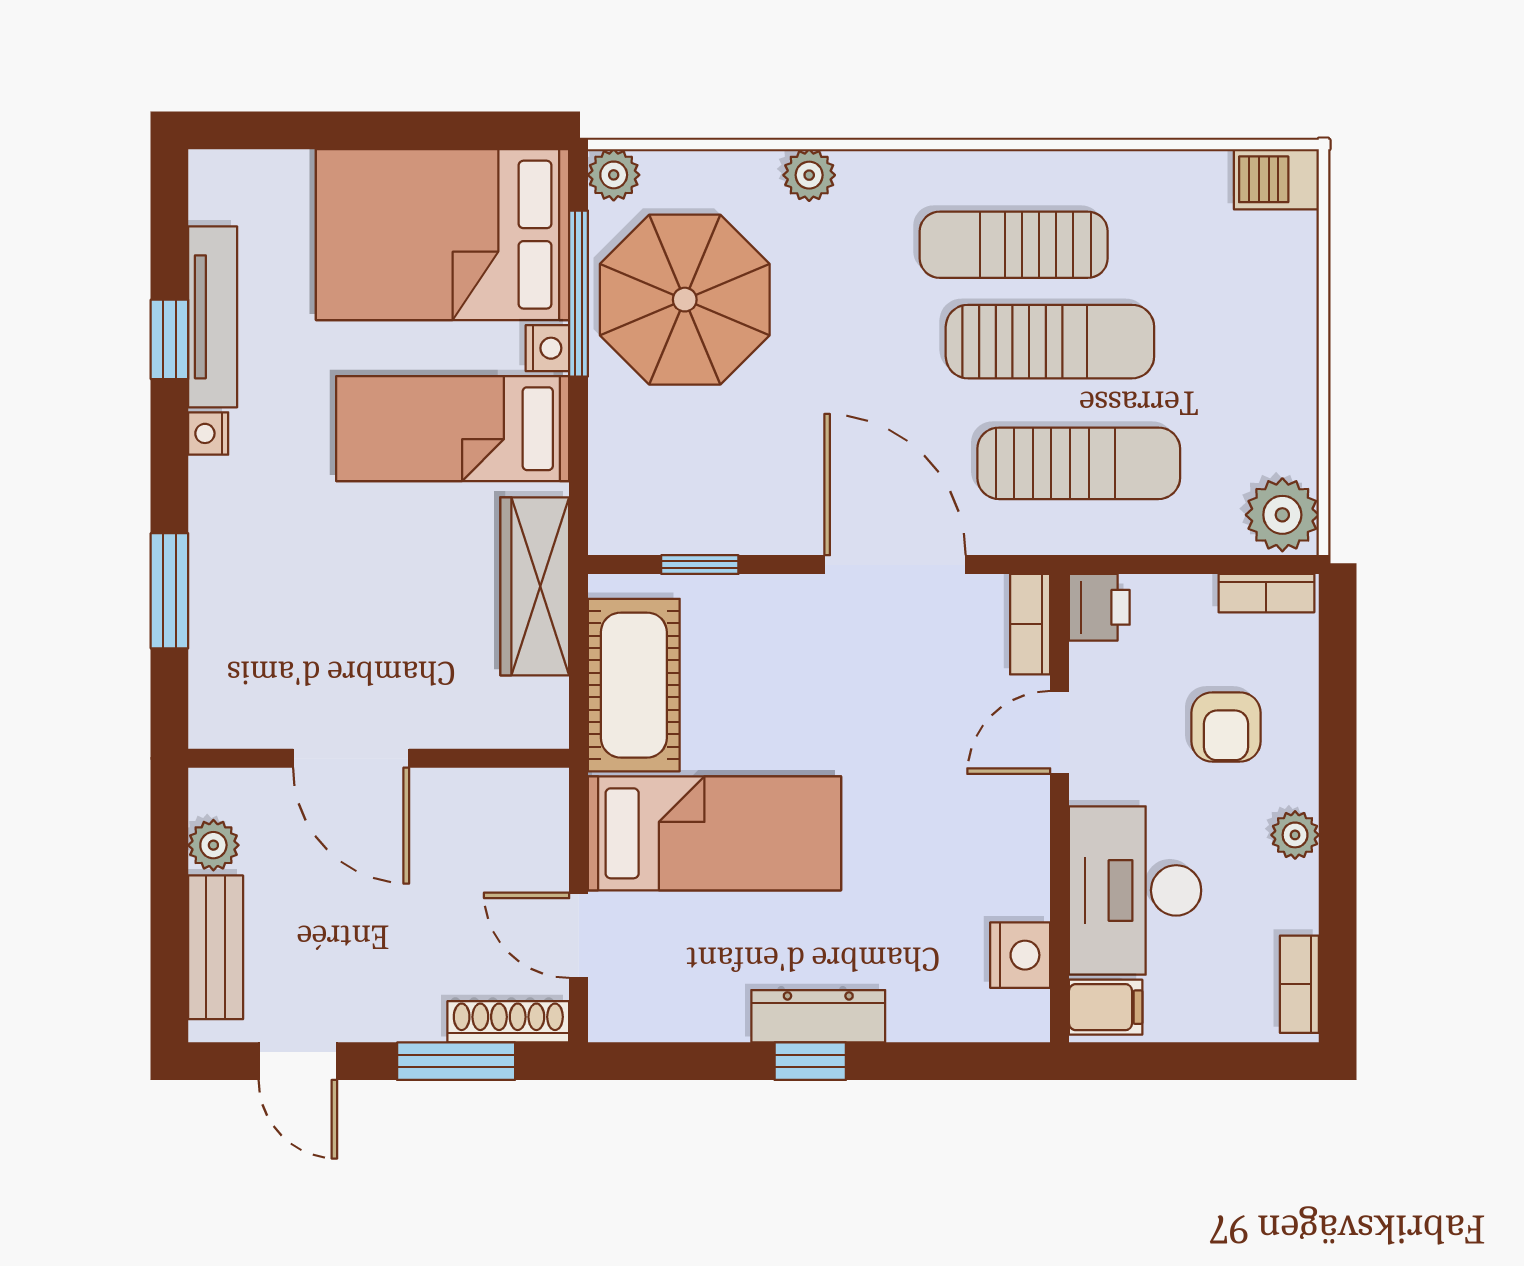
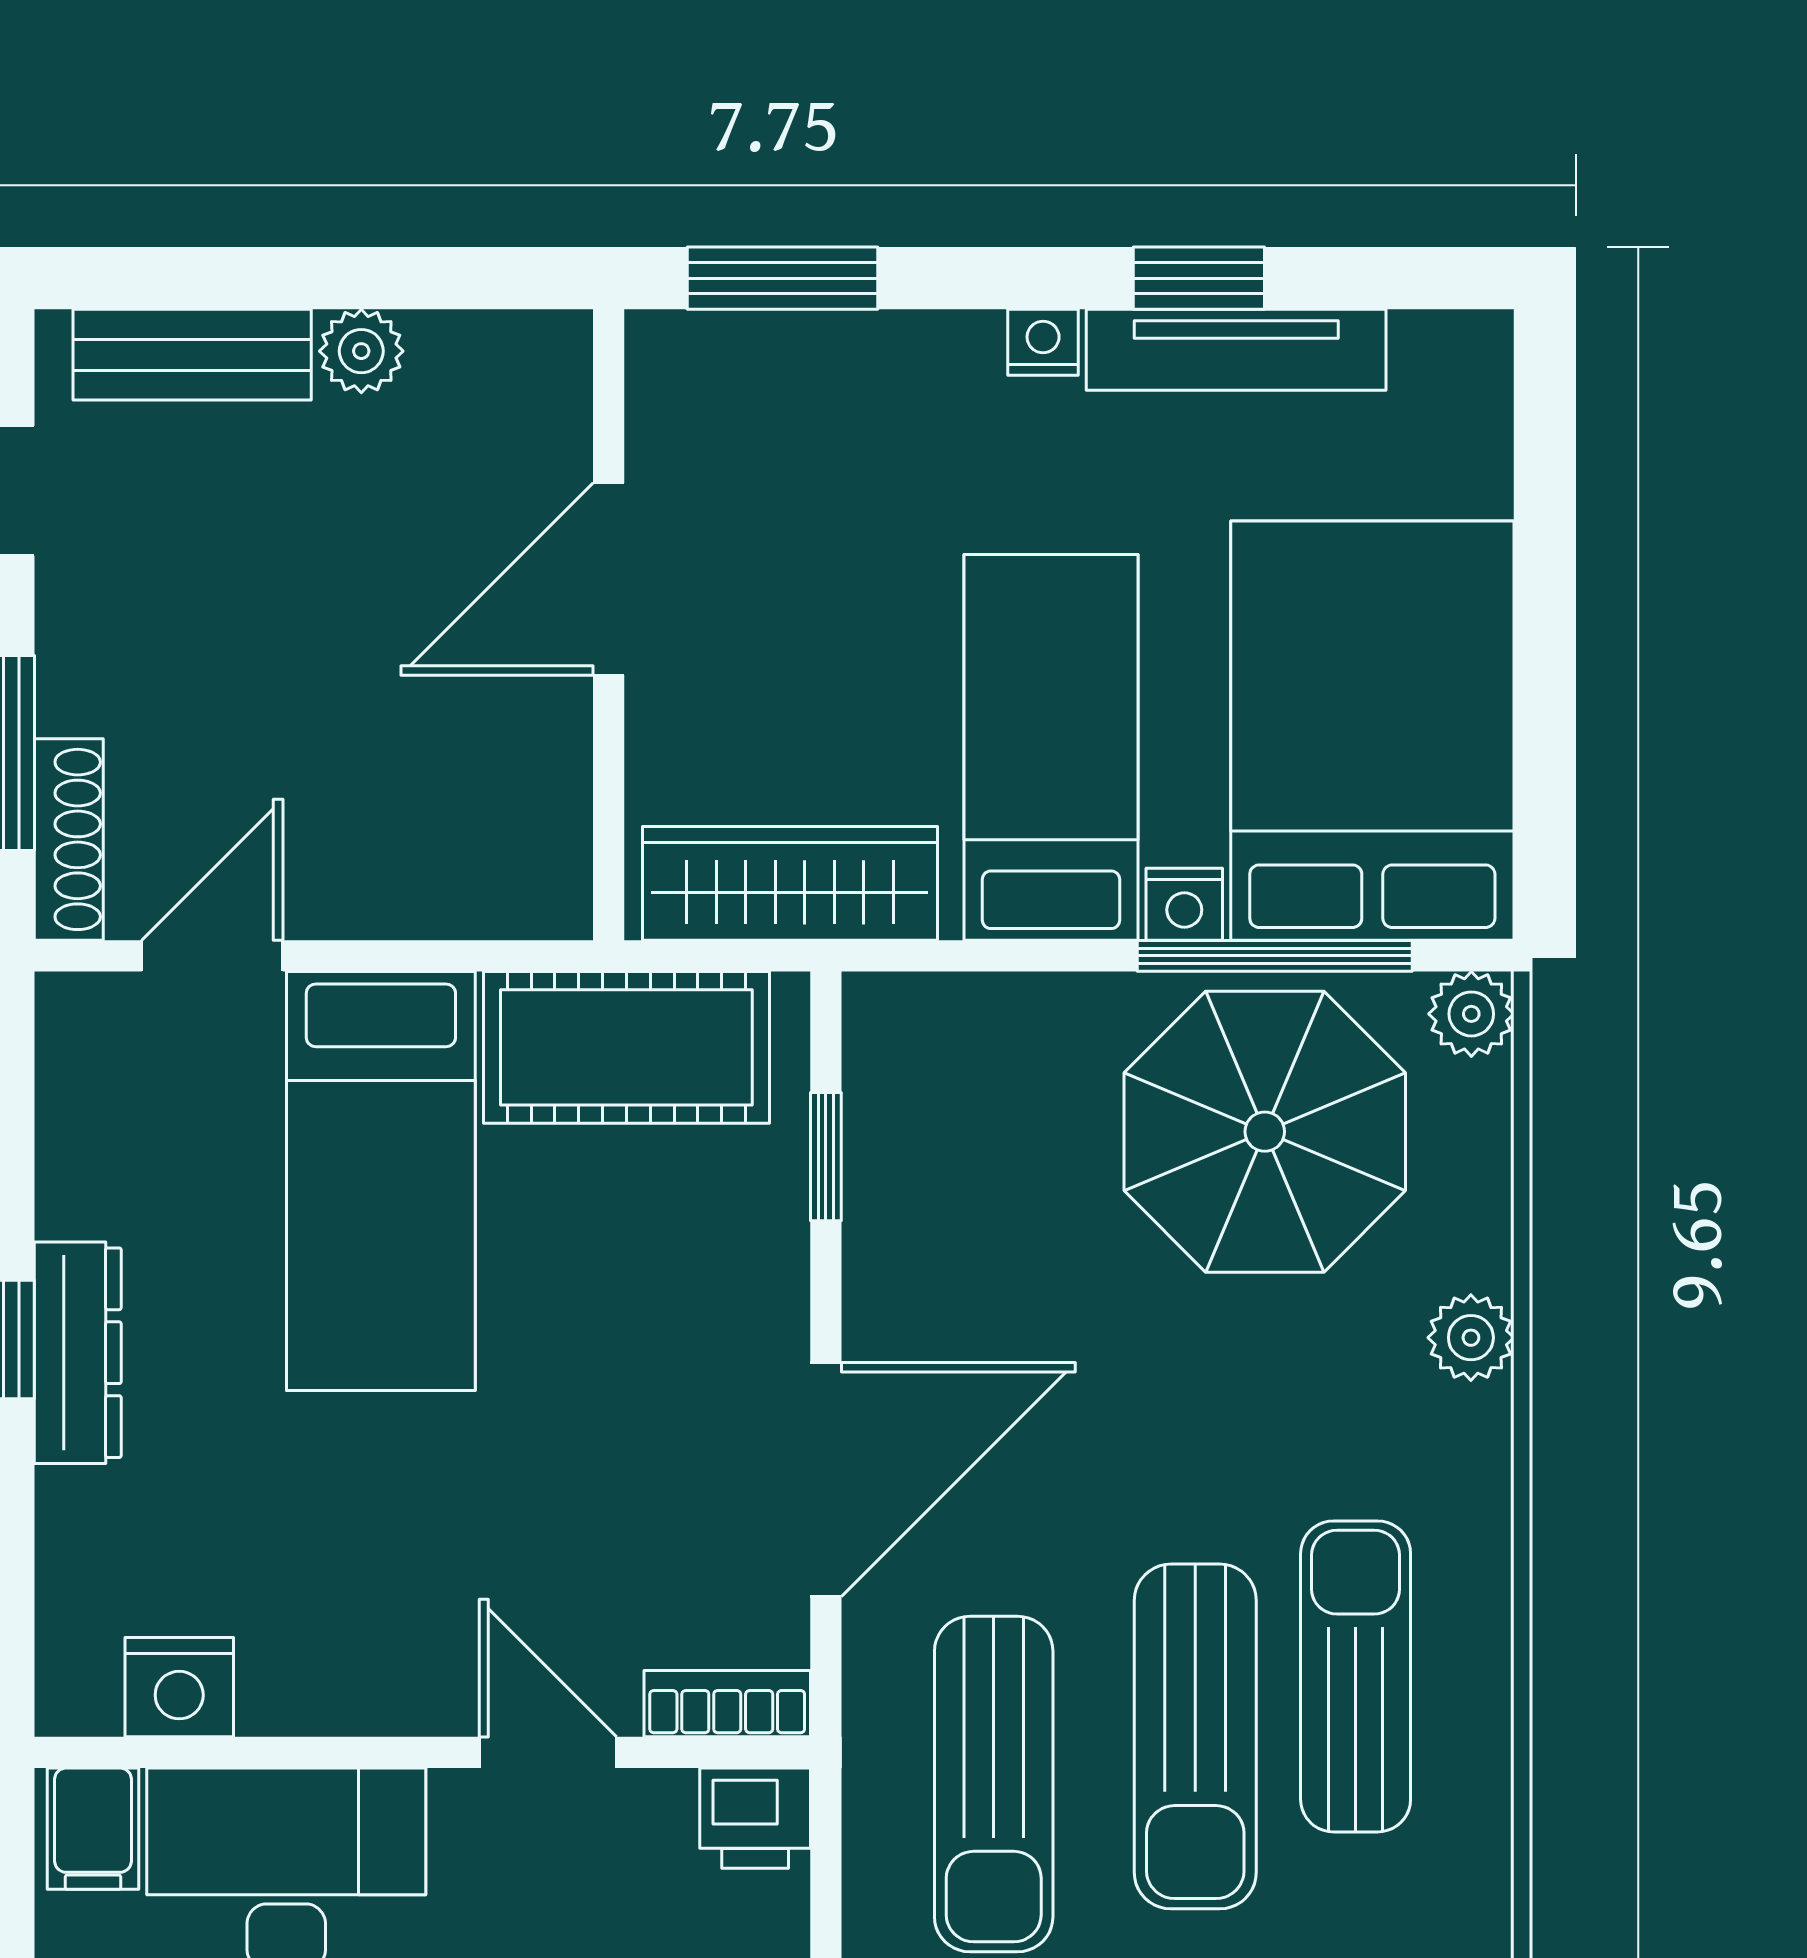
door: (351, 758) -> (609, 579), moved
wall: (379, 758) -> (609, 625), moved

